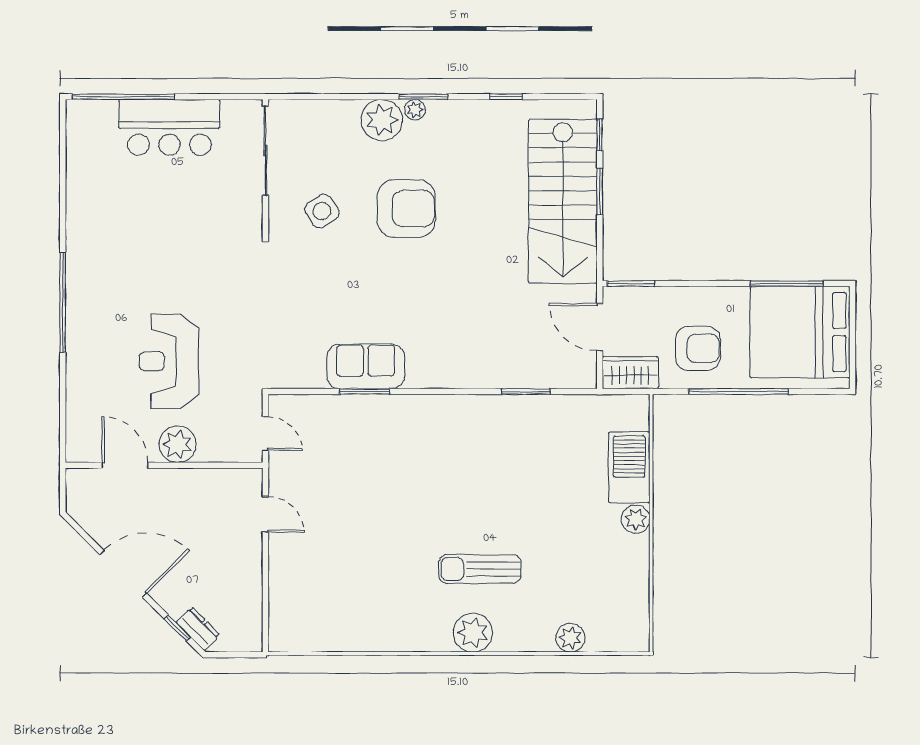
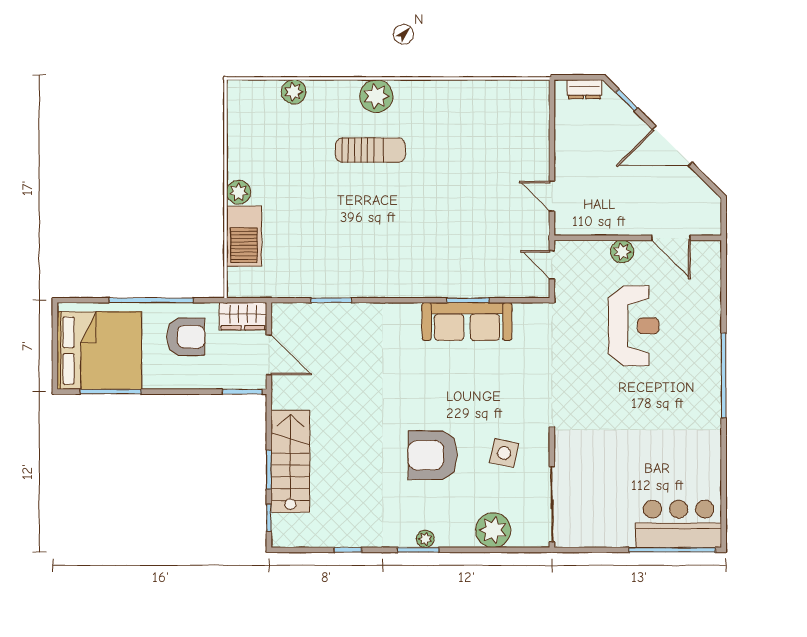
plant: (382, 120) -> (493, 530), moved
bar counter: (169, 127) -> (679, 524), moved
stairs: (563, 201) -> (290, 461), width x0.73, depth x0.66
side table: (322, 211) -> (504, 453), turned 45
armchair: (698, 348) -> (186, 337), turned 180
sofa: (366, 366) -> (467, 322), width x1.36
plant: (178, 444) -> (622, 252), width x0.73, depth x0.73
dresser: (198, 629) -> (584, 89), moved, turned -45

